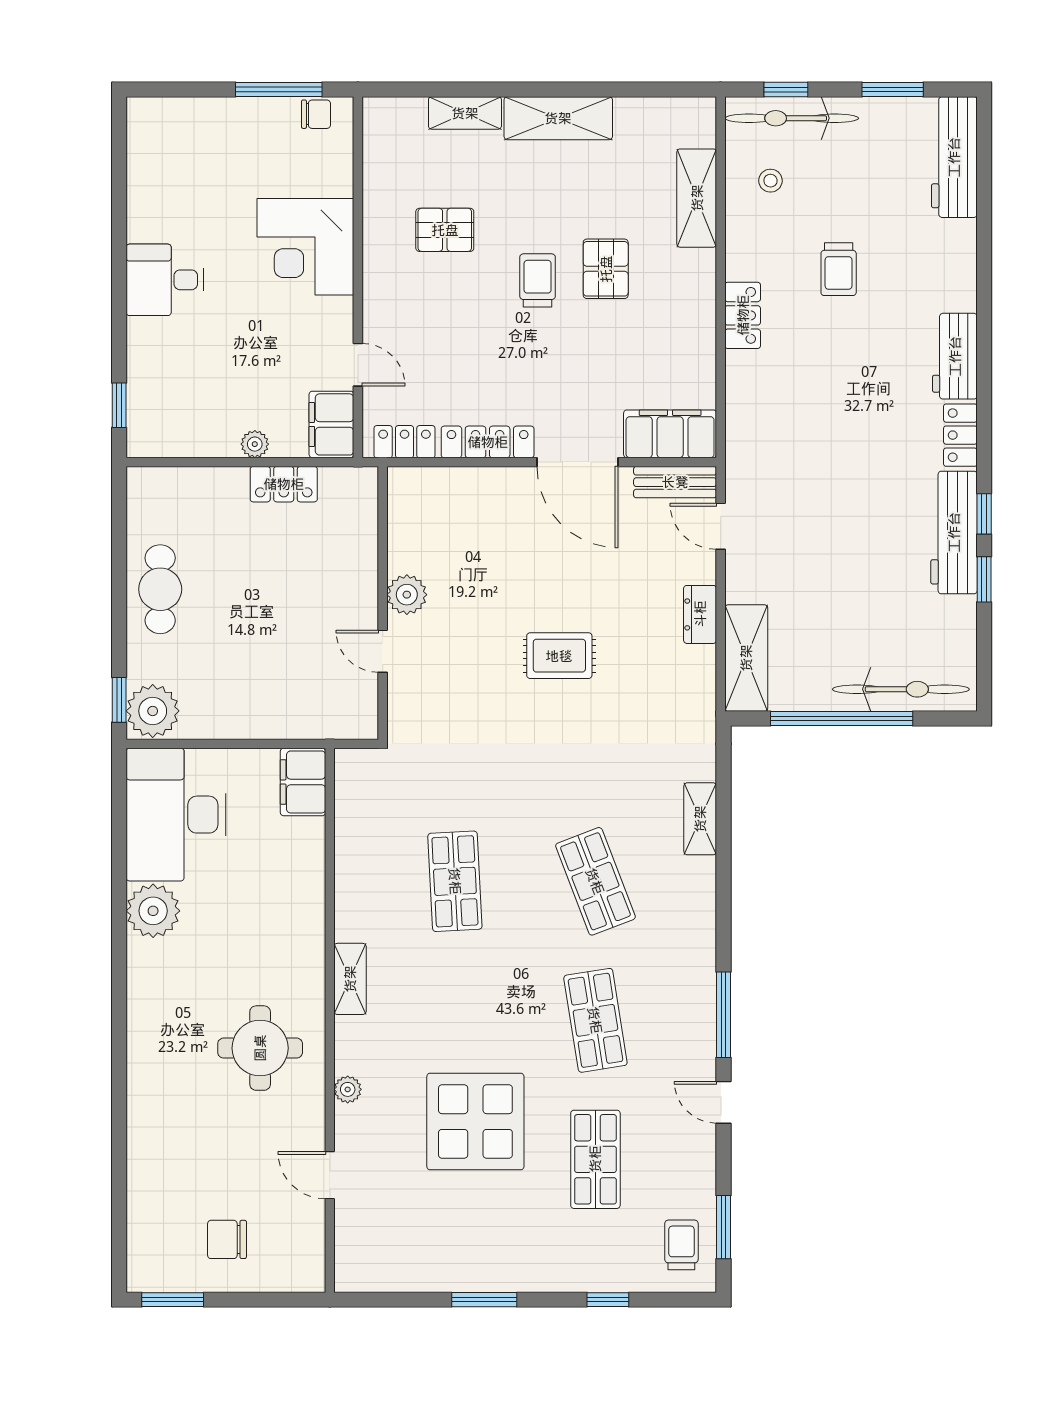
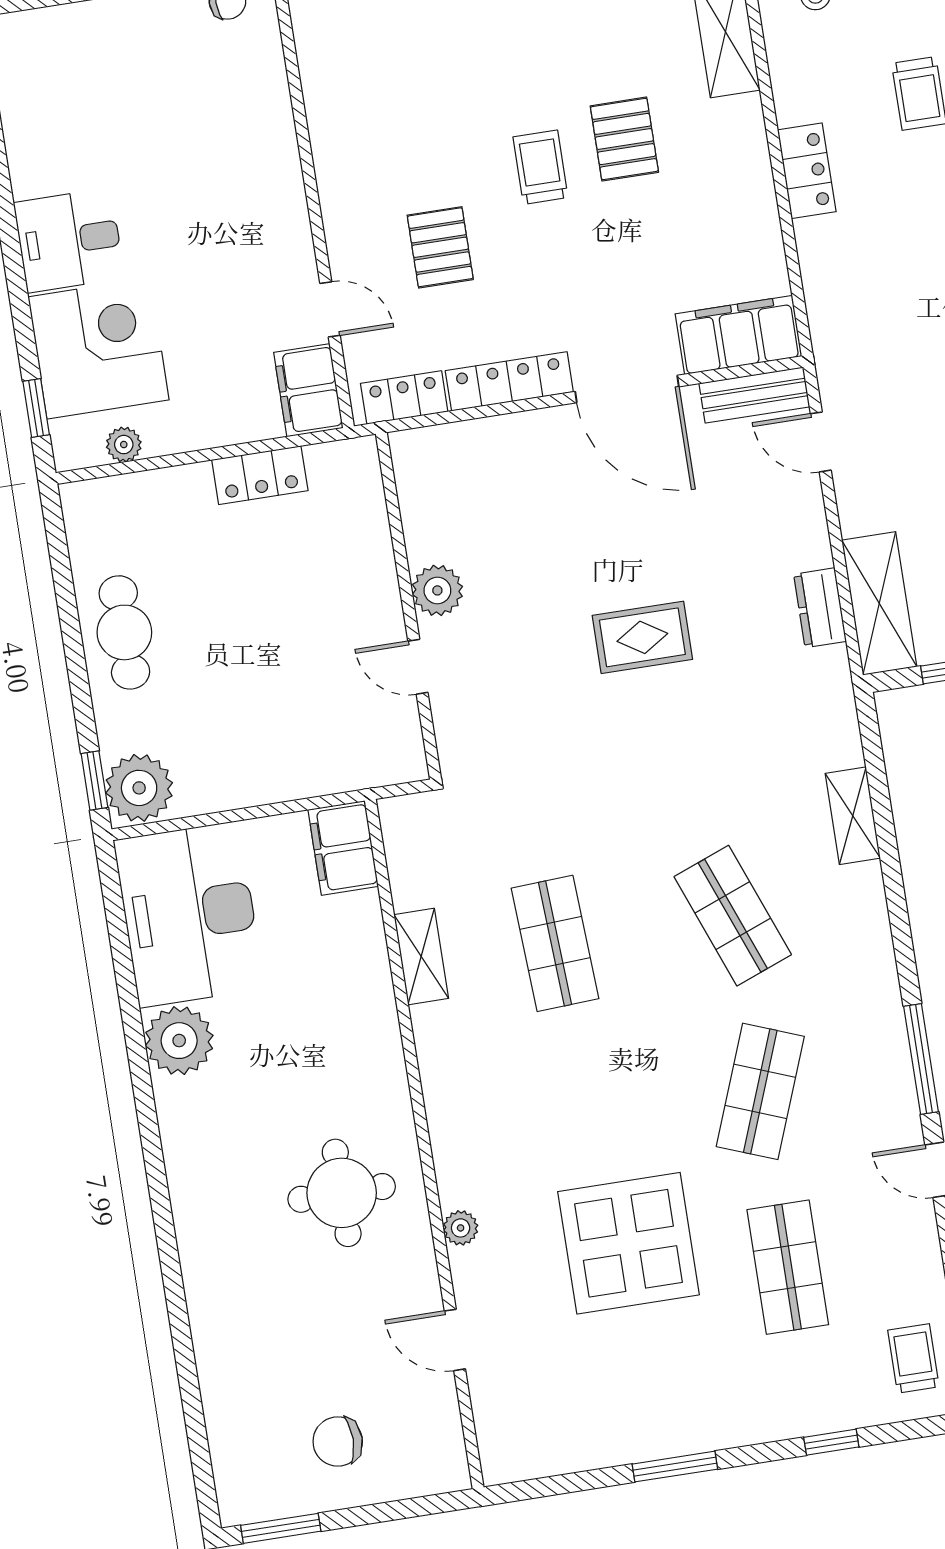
pallet: (445, 230) -> (440, 247), moved, turned 90
corner desk: (305, 247) -> (99, 348), moved, turned 180
plant: (255, 444) -> (124, 445), moved
dresser: (700, 614) -> (820, 608), moved
shelving: (350, 979) -> (421, 957), moved
shop shelf: (595, 1020) -> (760, 1091), turned 30

